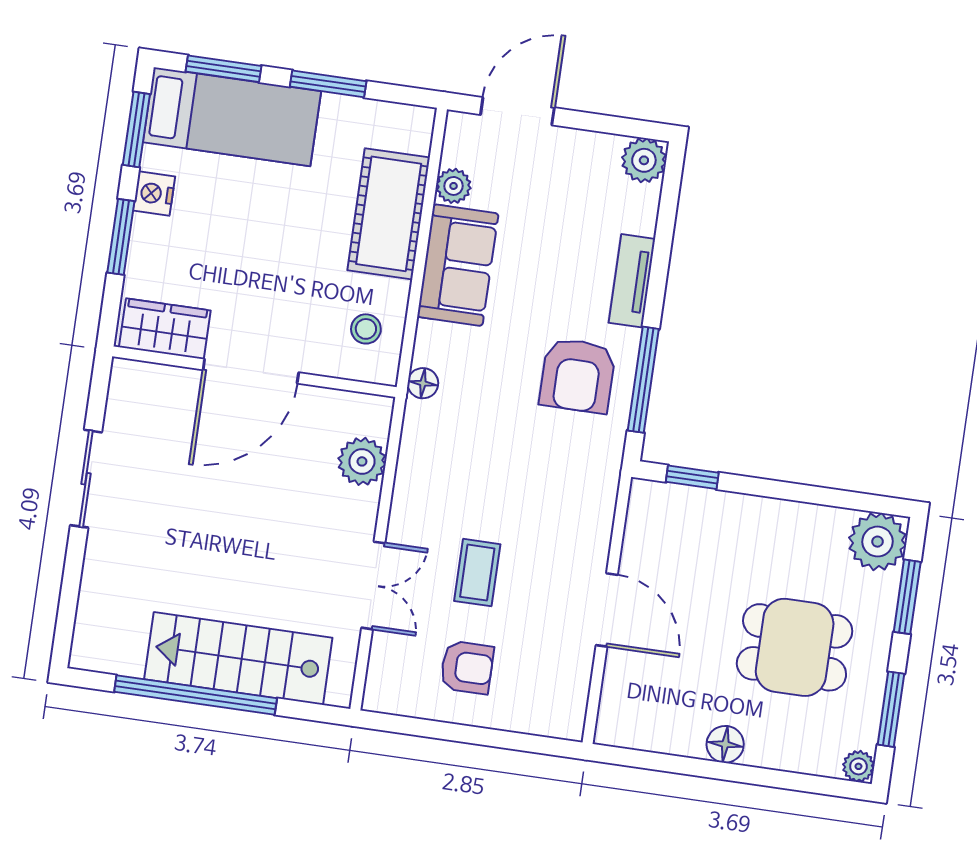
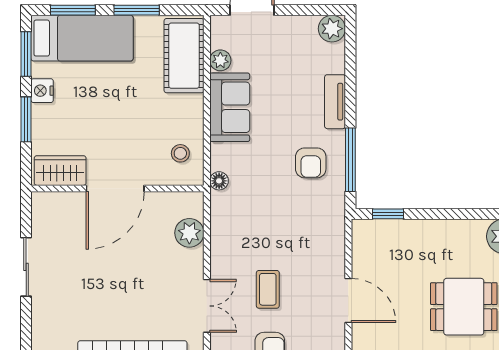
cot: (389, 214) -> (184, 56), moved
armchair: (578, 375) -> (311, 163), width x0.72, depth x0.72

